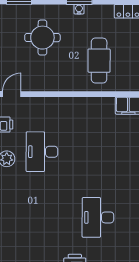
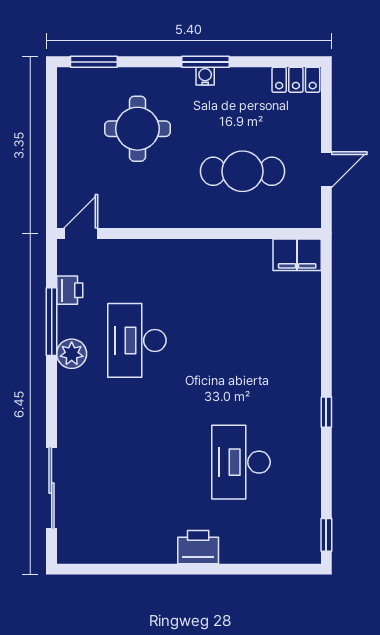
cafe table: (99, 61) -> (243, 171), turned 90

